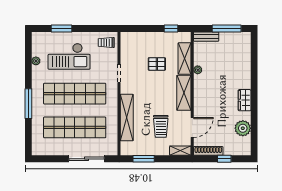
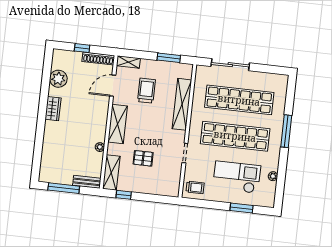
shelving: (185, 58) -> (111, 173), moved

